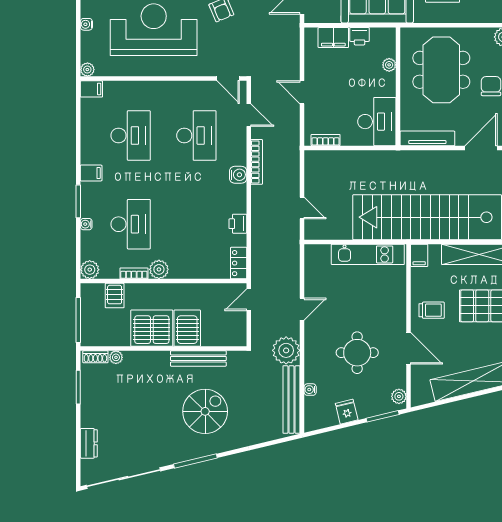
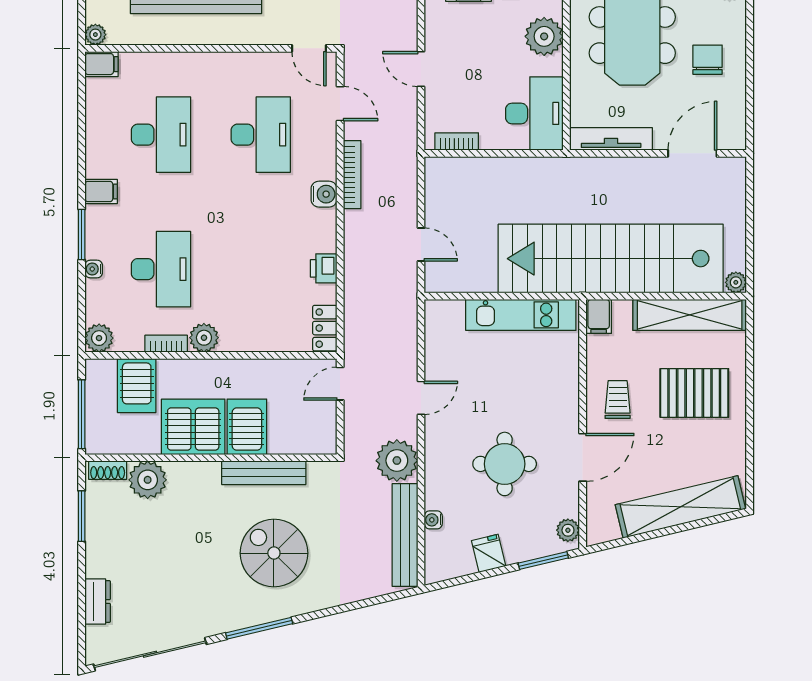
plant: (389, 65) -> (544, 36), width x1.88, depth x1.88
server rack: (115, 296) -> (137, 386), width x1.36, depth x1.44
trolley: (432, 310) -> (618, 400), turned -90
door: (409, 348) -> (583, 457), hinge flipped
plant: (116, 357) -> (148, 480), width x1.88, depth x1.88
spiral stairs: (205, 411) -> (274, 553), turned -90

